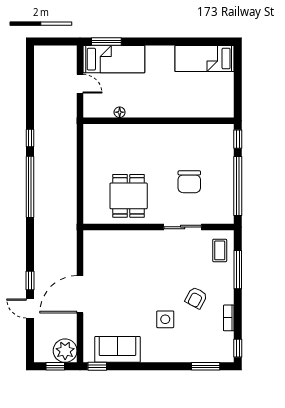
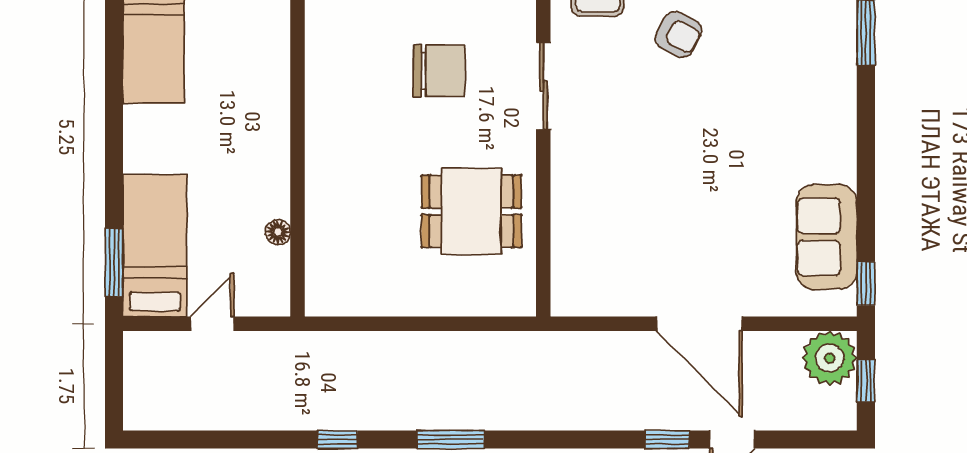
window: (30, 187) -> (451, 440), width x0.47
armchair: (196, 298) -> (678, 34), moved
side table: (165, 319) -> (757, 126), removed

